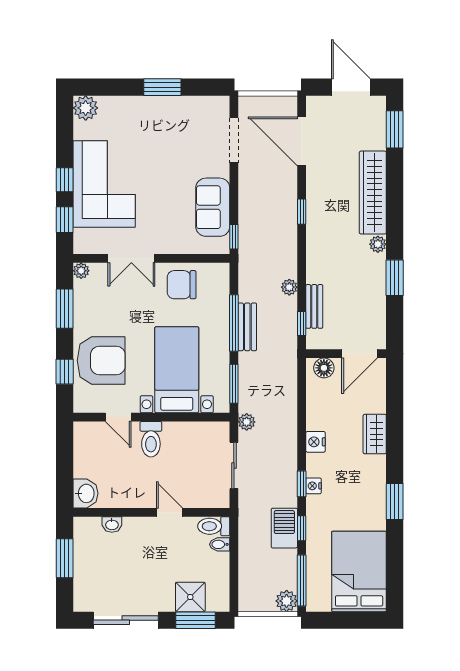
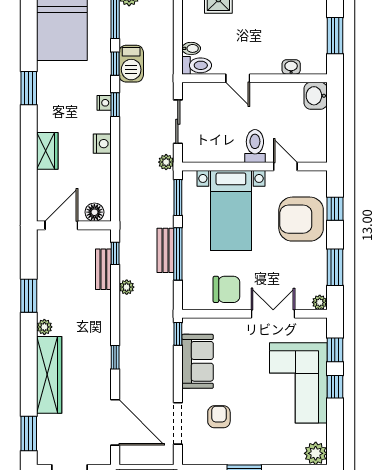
armchair: (190, 147) -> (219, 417), added

